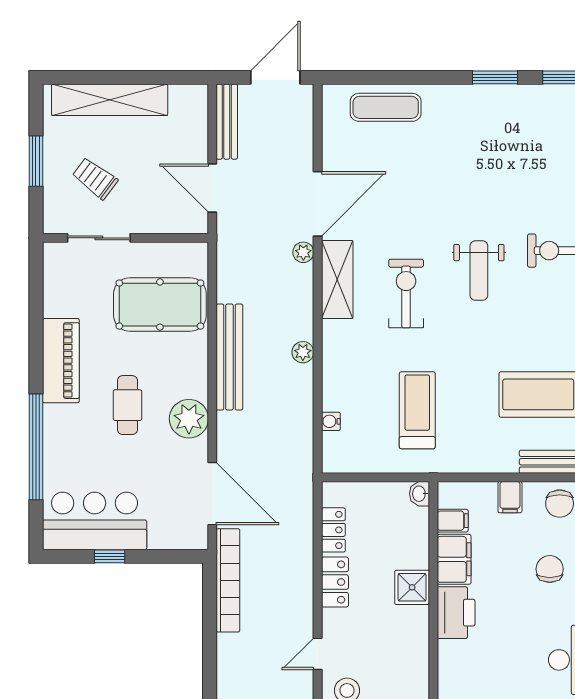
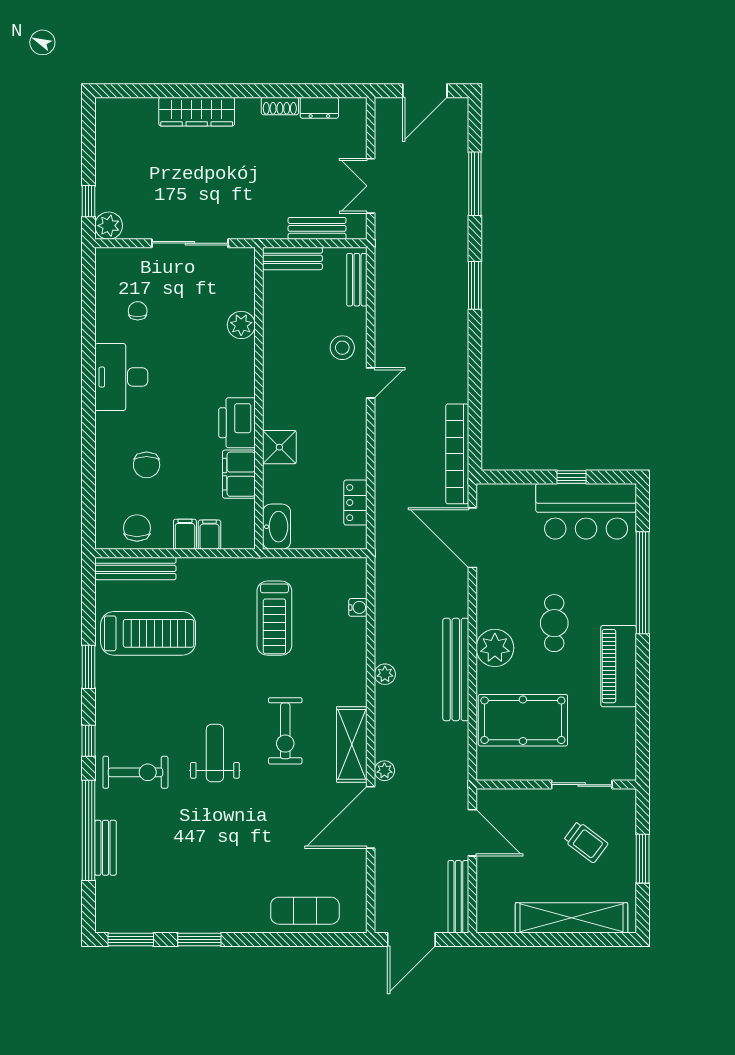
plant: (189, 419) -> (495, 648), moved
washbasin: (420, 494) -> (277, 527), width x1.91, depth x1.45
filing cabinet: (453, 521) -> (209, 535), moved, turned 90
locker: (335, 582) -> (354, 452), removed

